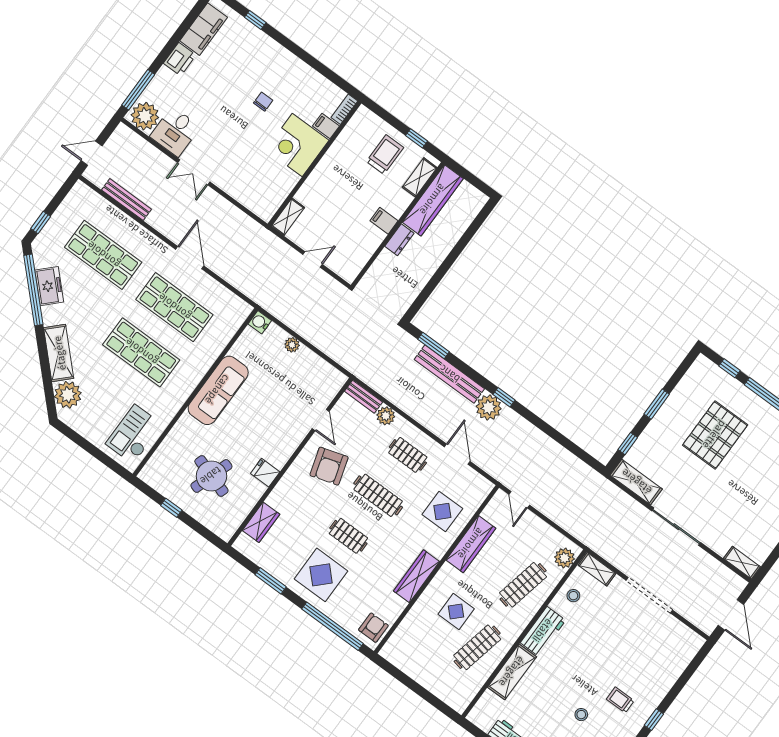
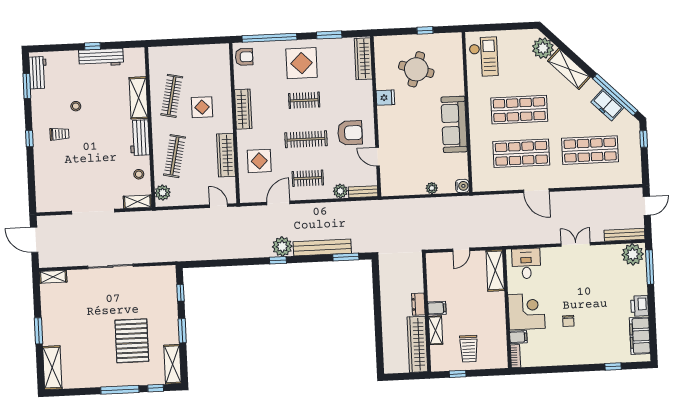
desk: (175, 132) -> (526, 263), moved
shelving: (420, 177) -> (436, 330), moved
bench: (126, 200) -> (625, 235), moved
shelving: (288, 217) -> (495, 270), width x1.50, depth x1.33
door: (457, 454) -> (278, 203), swing flipped
armchair: (329, 466) -> (350, 133), turned 107
shelving: (636, 482) -> (172, 364), moved, turned 90
wardrobe: (261, 522) -> (363, 59), width x1.50
armchair: (373, 628) -> (244, 57), turned -90

